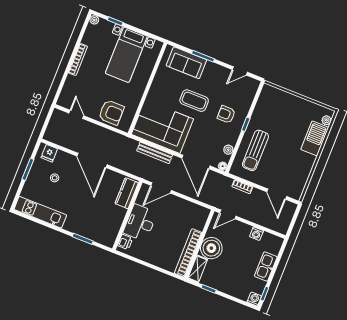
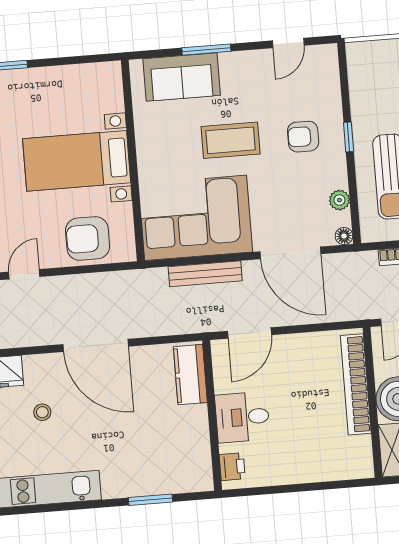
bed with nightstands: (126, 55) -> (77, 161), moved, turned 90
armchair: (111, 112) -> (88, 238), turned 180
door: (76, 114) -> (24, 274), hinge flipped
desk: (140, 223) -> (242, 417), width x0.73
bookcase: (188, 253) -> (356, 384), moved

